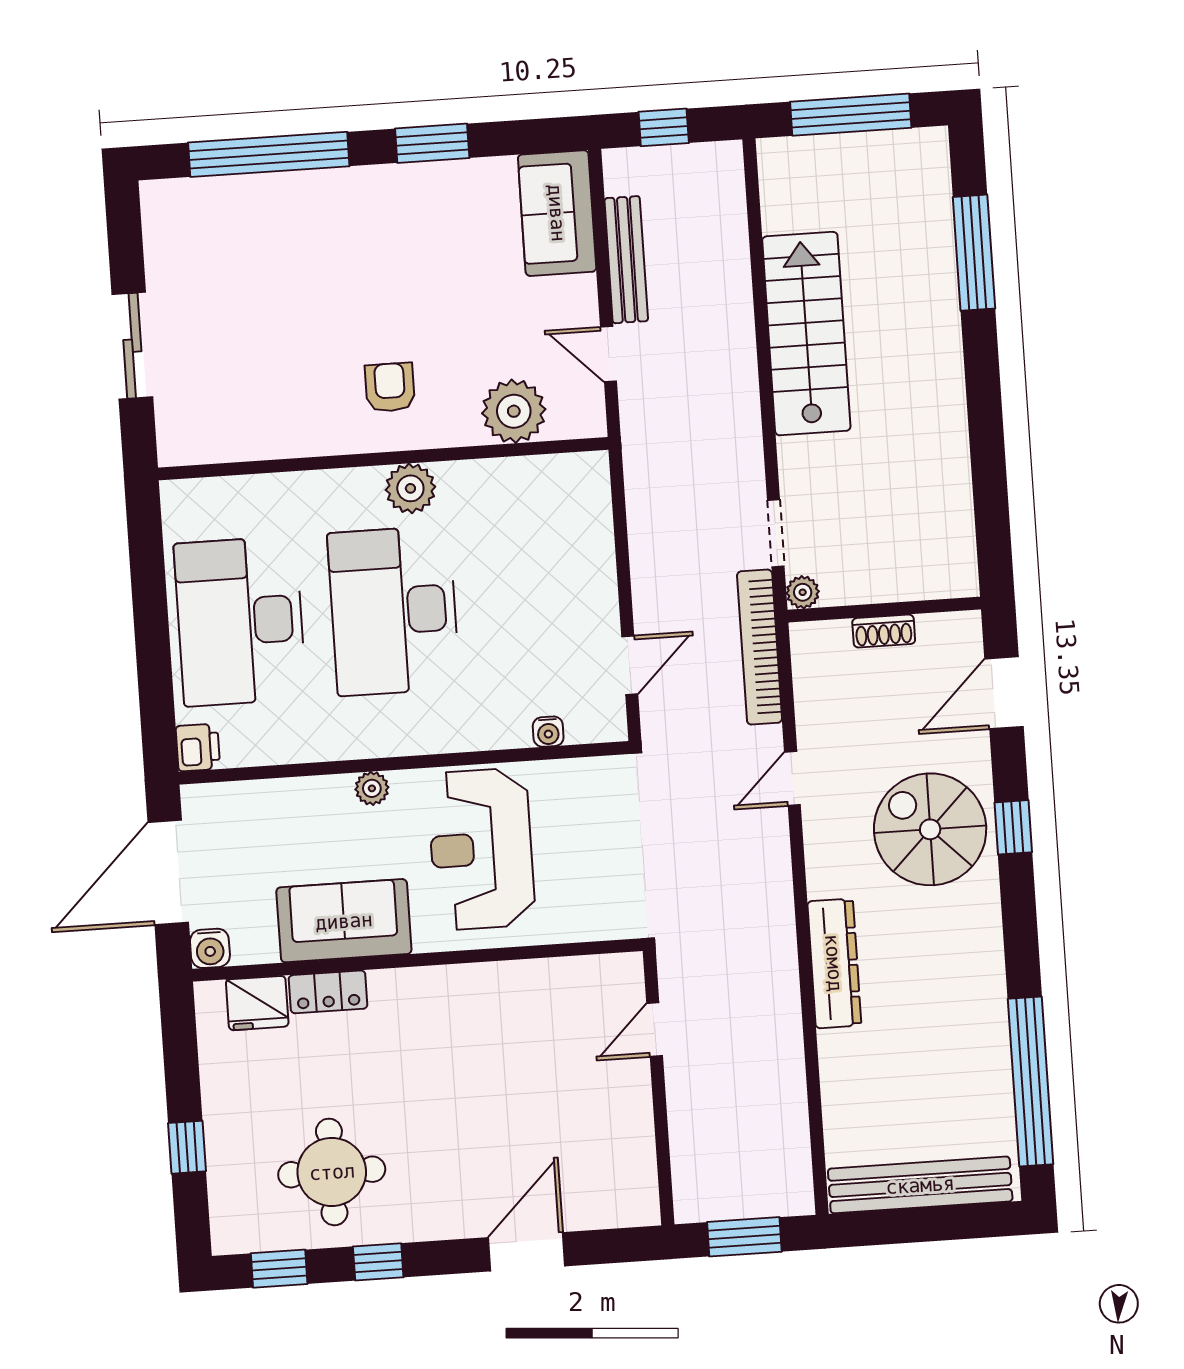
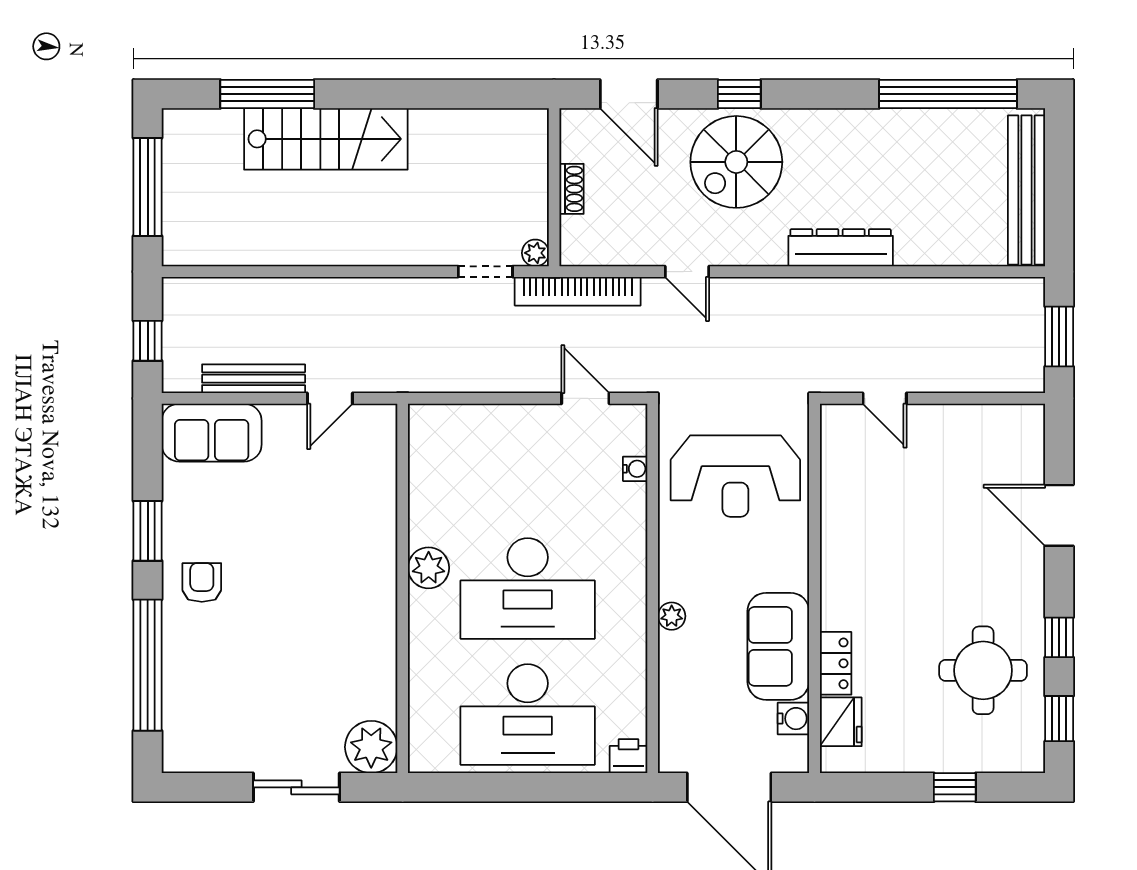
stairs: (806, 334) -> (326, 139), moved, turned 180
armchair: (390, 387) -> (202, 583), moved, turned 90
plant: (514, 411) -> (371, 747), moved
reception desk: (481, 849) -> (735, 476), moved
water cooler: (210, 948) -> (793, 719), moved

